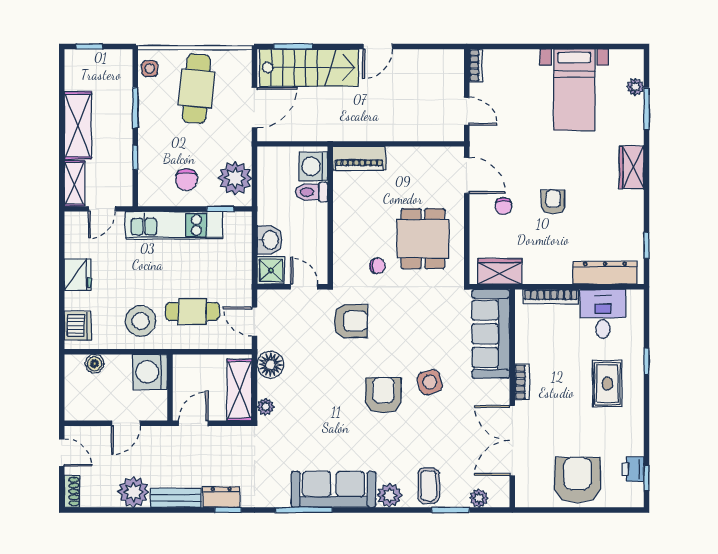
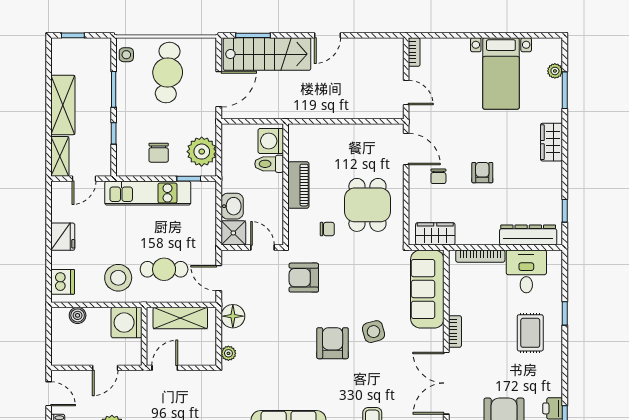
piano: (359, 158) -> (298, 185), moved, turned -90
armchair: (351, 321) -> (304, 278), turned 180
shelving: (240, 390) -> (180, 318), moved, turned 90

